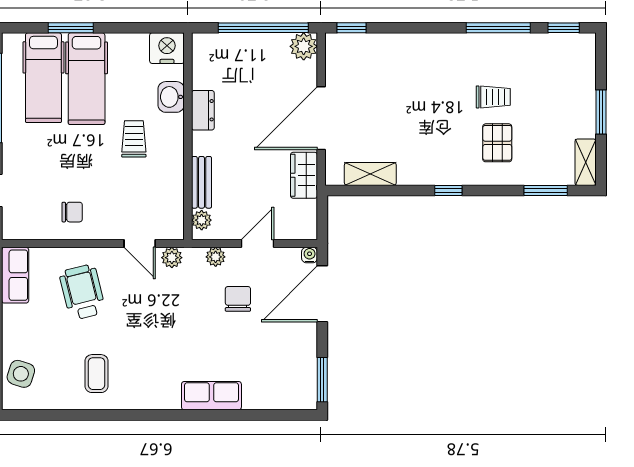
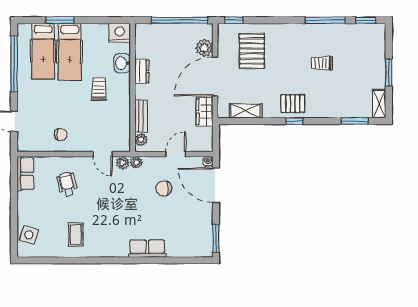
plant: (304, 46) -> (204, 48), moved
pallet: (380, 77) -> (252, 51), added
trolley: (493, 97) -> (322, 63), turned 180
pallet: (497, 143) -> (293, 104), moved, turned 90
plant: (216, 257) -> (136, 162), moved
wheelchair: (82, 292) -> (67, 184), width x0.73, depth x0.73
door: (322, 294) -> (216, 185), hinge flipped
chair: (238, 299) -> (164, 188), turned -90

